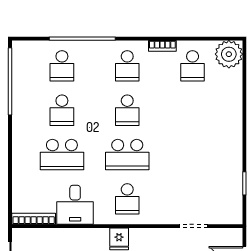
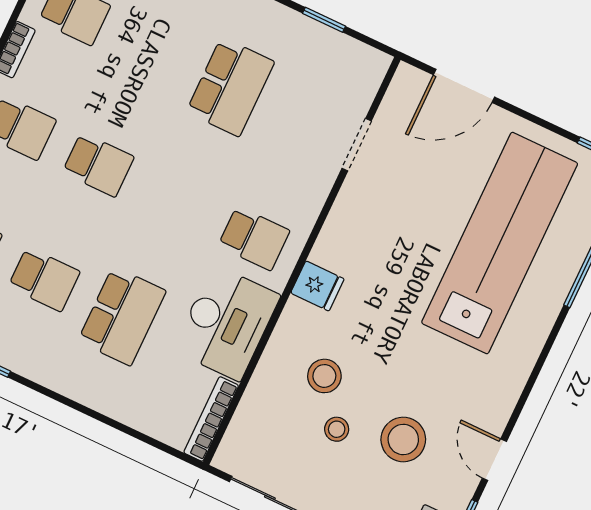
school desk: (127, 155) -> (230, 87), moved
desk: (75, 205) -> (227, 323), width x1.37

